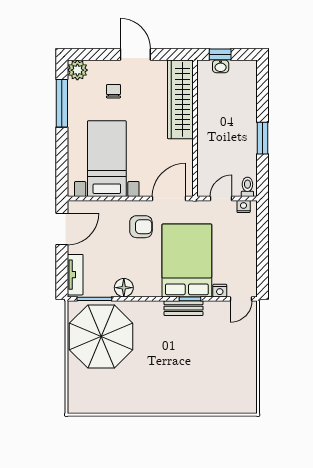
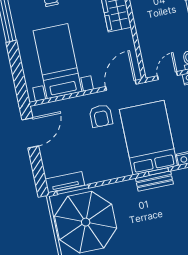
armchair: (141, 227) -> (101, 116), turned 90
tv unit: (75, 275) -> (65, 182), moved, turned -90
floor lamp: (124, 288) -> (97, 174), removed

